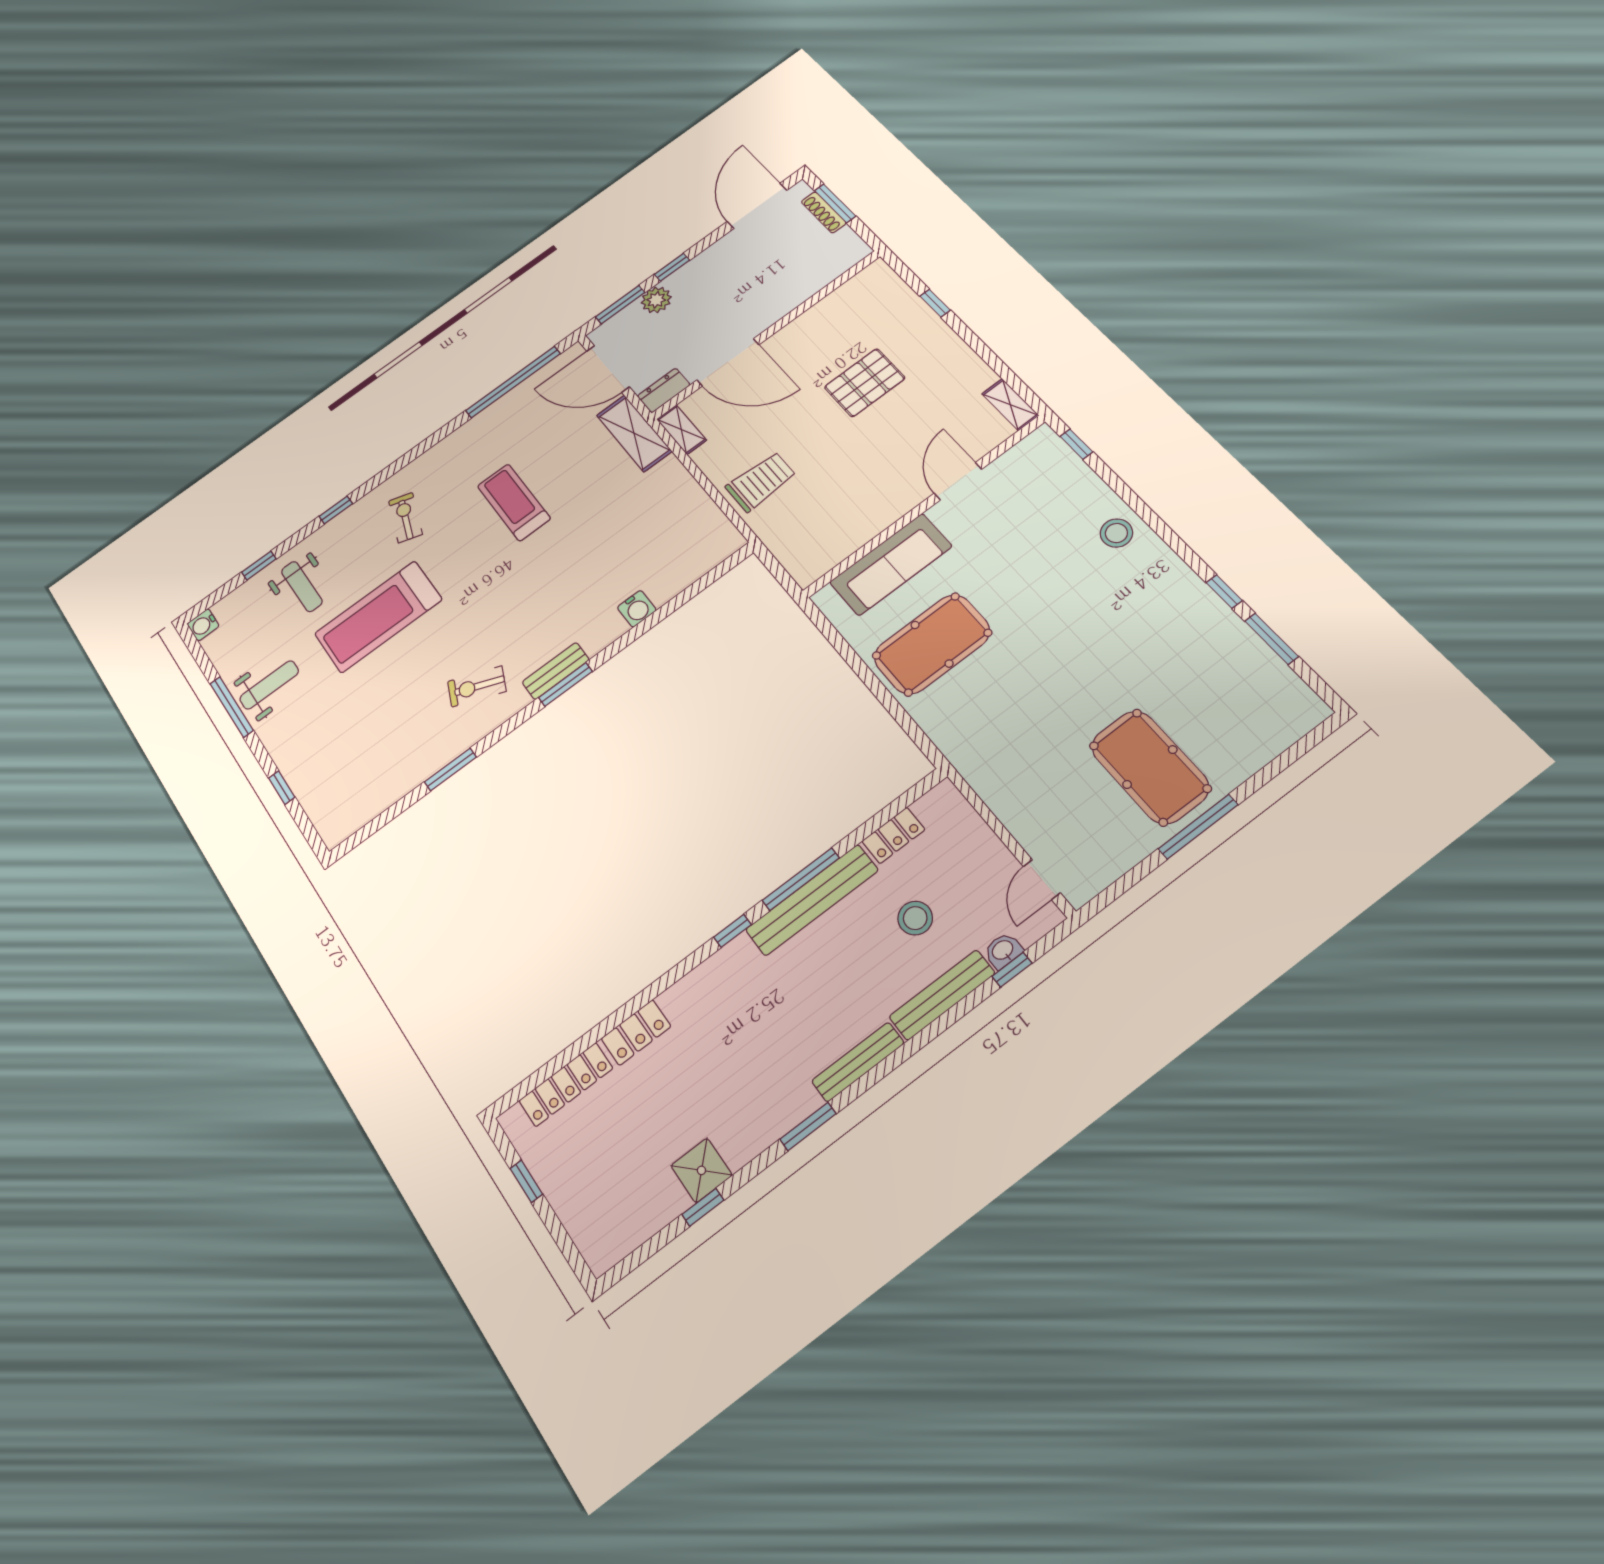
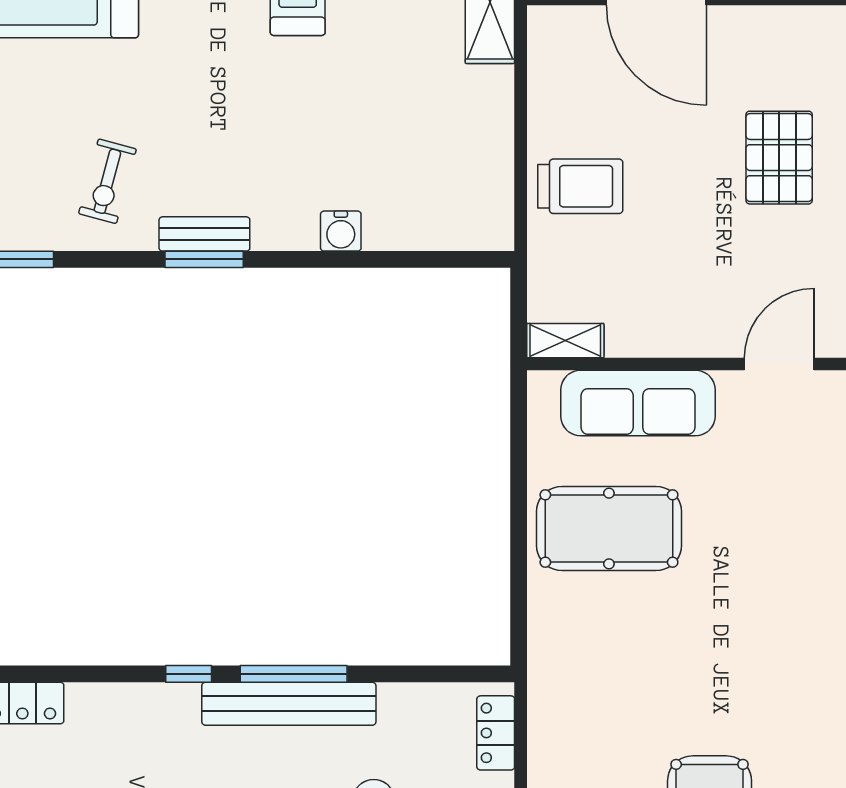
pallet: (865, 383) -> (779, 158), turned 90
shelving: (681, 430) -> (565, 341), moved, turned 90
exercise bike: (477, 686) -> (107, 181), turned -98
locker: (893, 835) -> (496, 733), moved, turned 90

